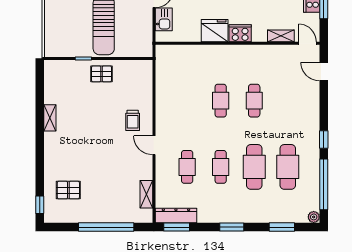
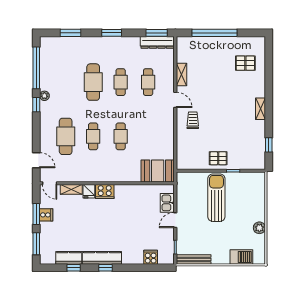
fridge: (215, 31) -> (89, 191), moved, width x0.53, depth x0.75
booth: (176, 58) -> (158, 171), added
shelving: (50, 118) -> (260, 109), moved
cafe table: (288, 167) -> (66, 136), moved
shelving: (146, 194) -> (182, 75), moved
window: (40, 205) -> (269, 145), moved
plant: (314, 217) -> (44, 96), moved

